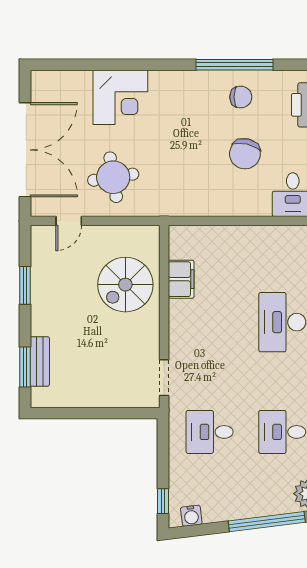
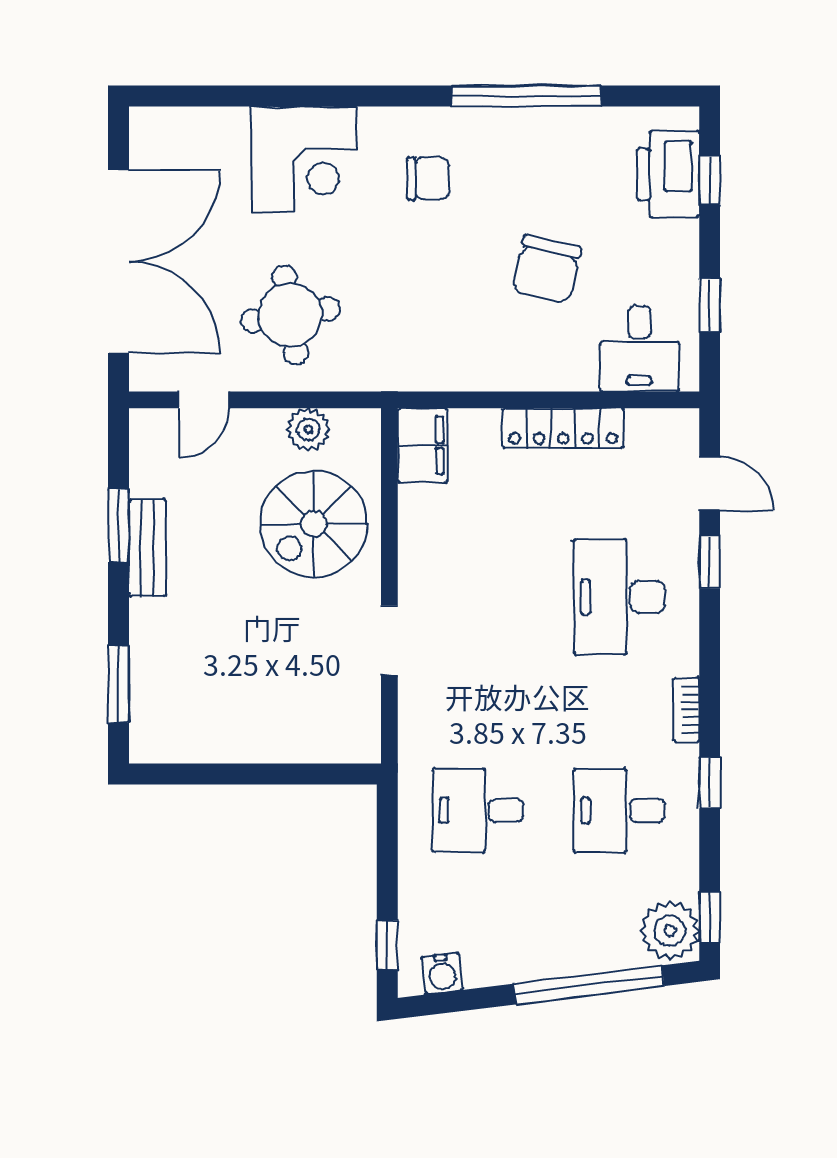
chair: (241, 97) -> (428, 178), moved
locker: (254, 235) -> (563, 428), added
plant: (123, 236) -> (308, 429), added
filing cabinet: (181, 279) -> (422, 445), moved
bench: (40, 361) -> (147, 548), moved
doorway: (164, 378) -> (389, 640), moved

